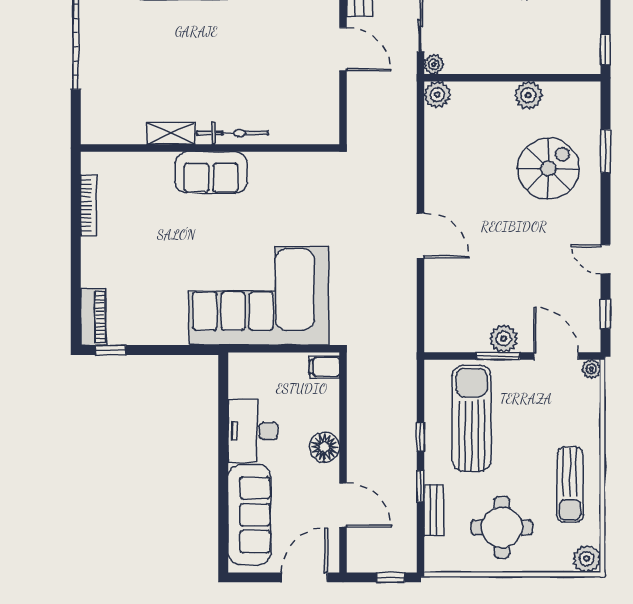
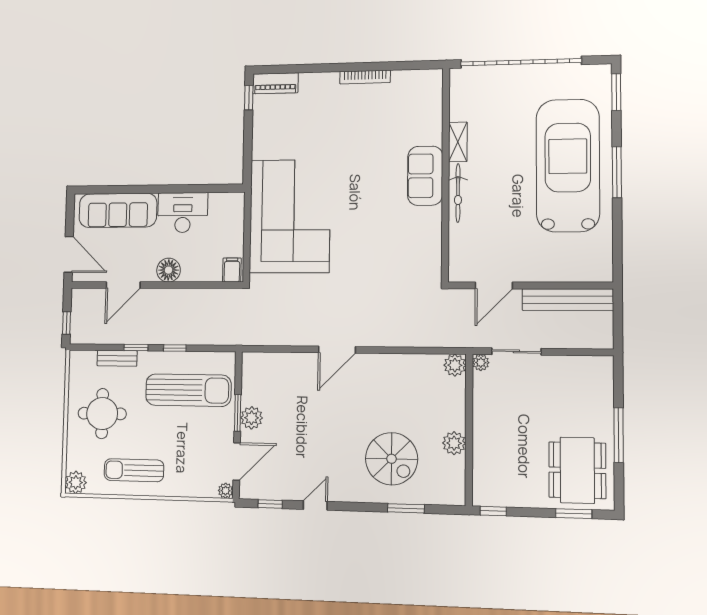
bicycle: (232, 133) -> (458, 193), moved
shelving: (171, 134) -> (458, 142), moved
wall: (210, 148) -> (446, 174), moved
sofa: (211, 172) -> (425, 176), moved

